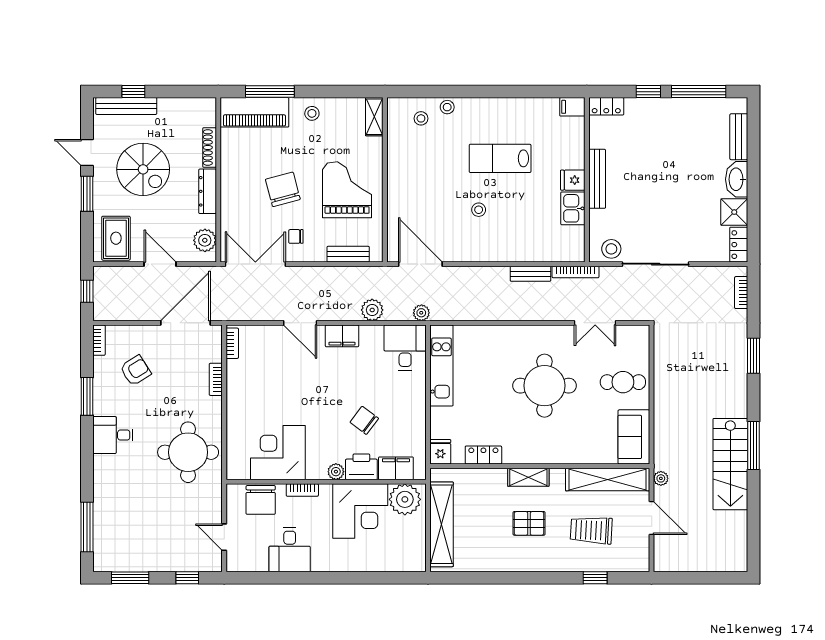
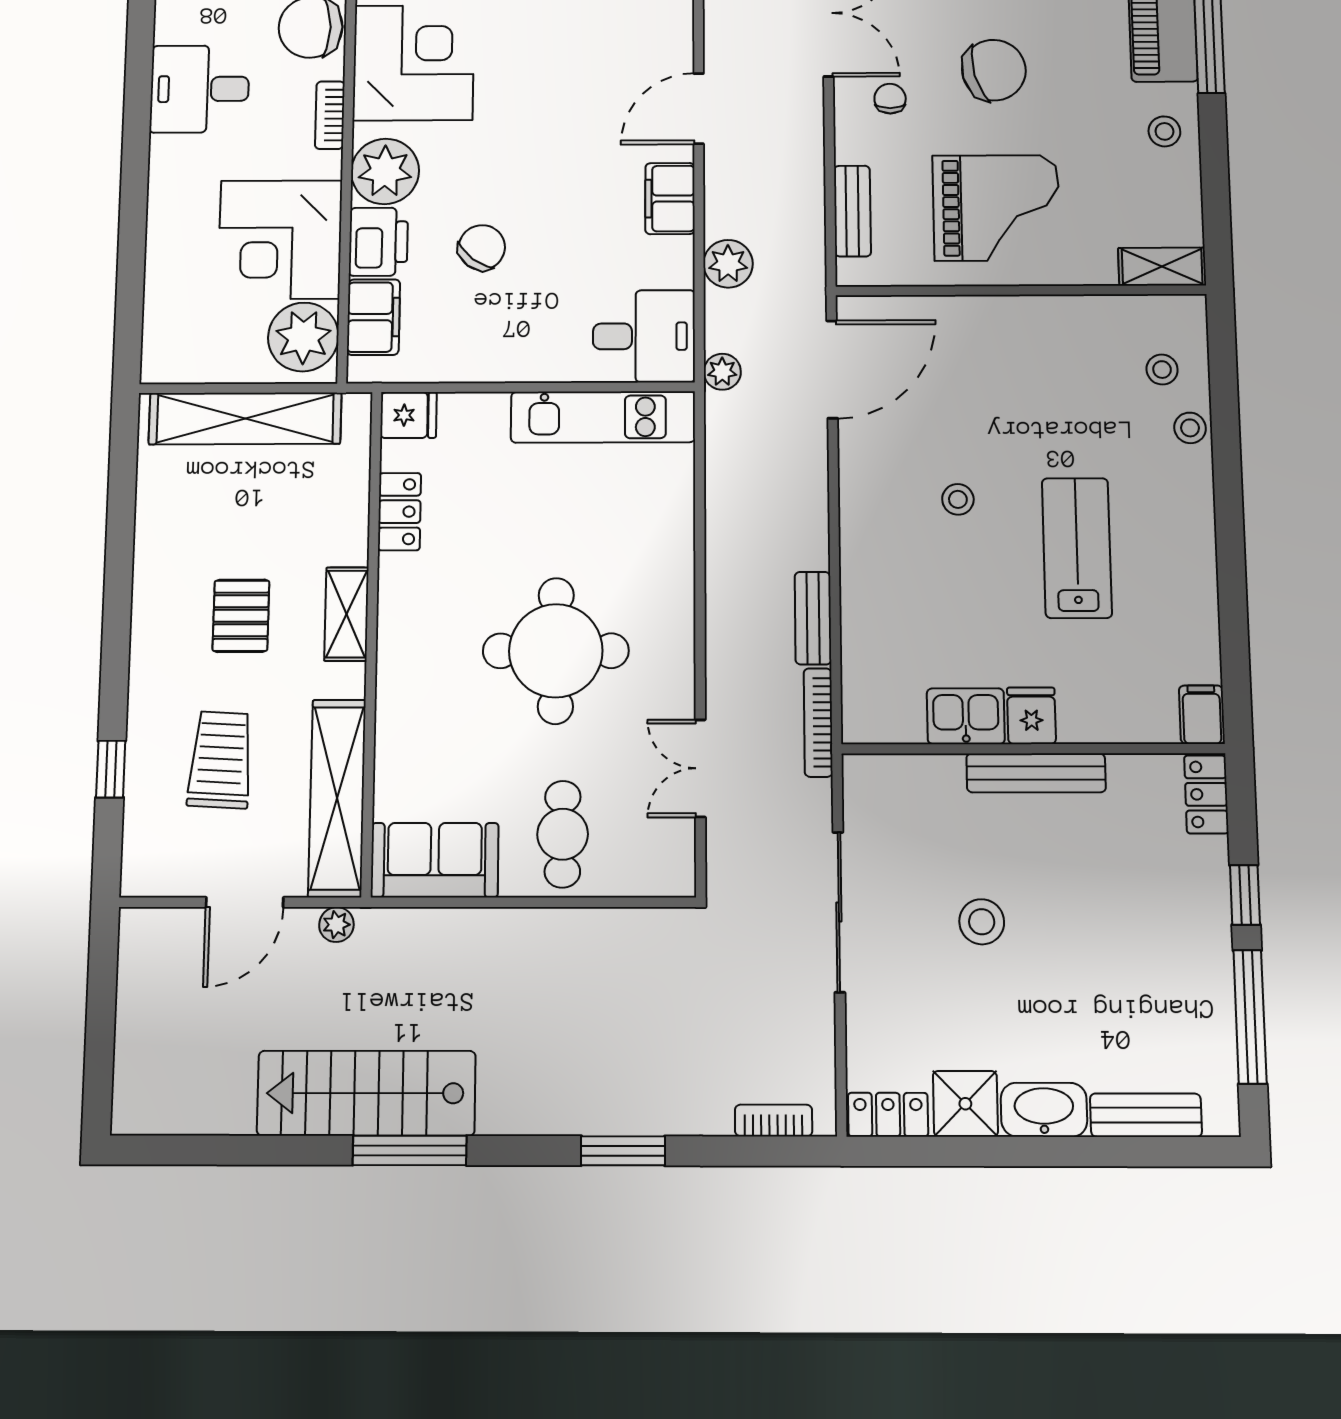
stool: (611, 249) -> (982, 922), moved
plant: (336, 472) -> (385, 171), width x1.88, depth x1.88

